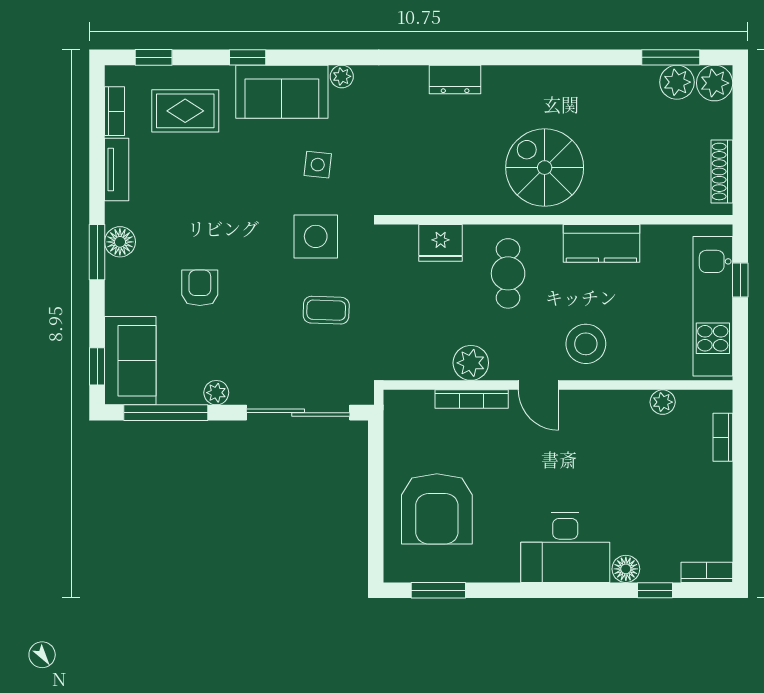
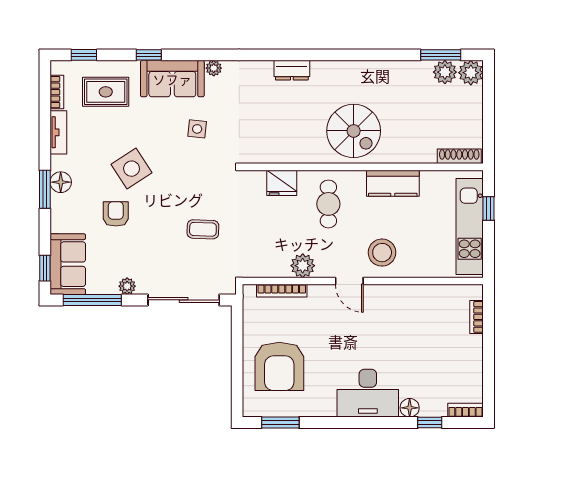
spiral stairs: (545, 168) -> (354, 131), turned 180
shoe rack: (722, 171) -> (459, 156), moved, turned 90
side table: (316, 236) -> (132, 169), moved, turned -33
bookcase: (472, 399) -> (282, 291), moved
plant: (663, 402) -> (435, 293), removed

